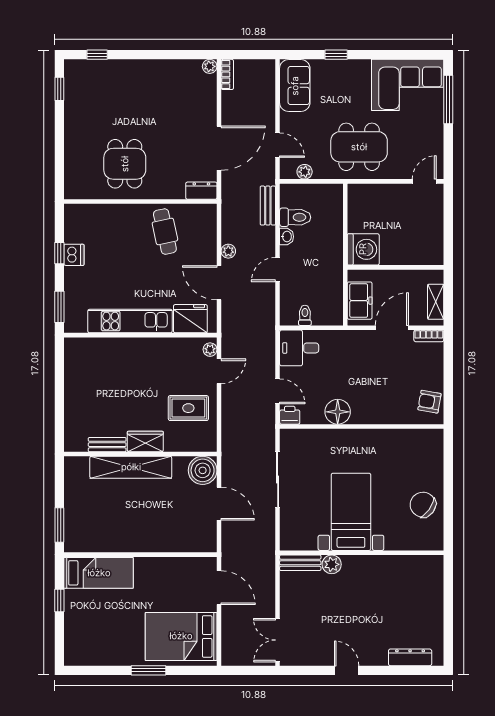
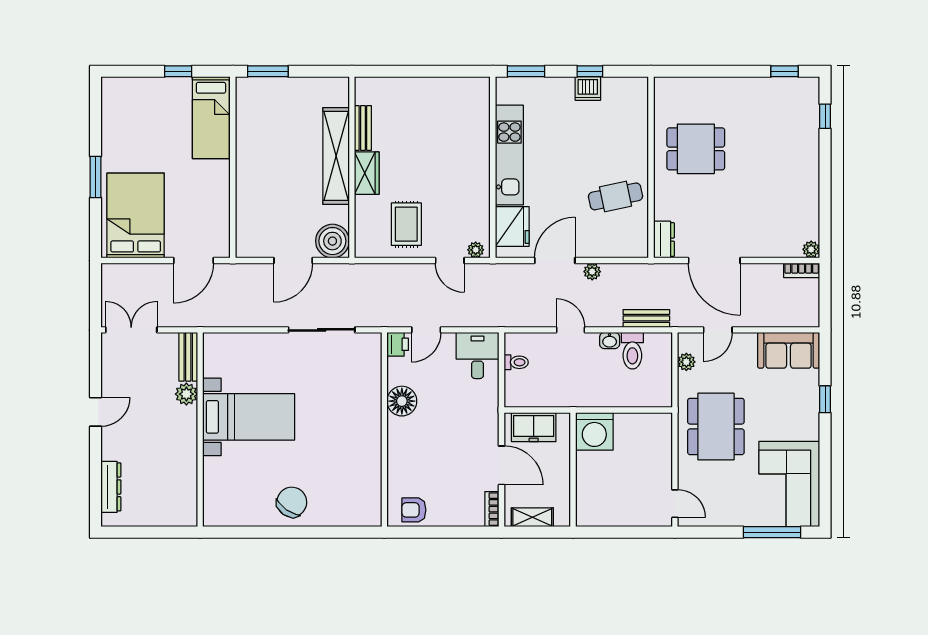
armchair: (429, 402) -> (414, 510), turned -100
bed with nightstands: (351, 512) -> (249, 417), moved
wall: (362, 553) -> (200, 430), moved
bench: (300, 563) -> (188, 357), moved
plant: (332, 564) -> (186, 394), moved

